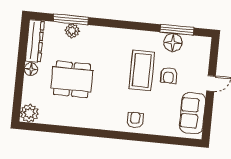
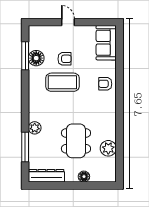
plant: (72, 31) -> (35, 128), moved
floor lamp: (31, 69) -> (84, 177), moved
plant: (29, 113) -> (108, 148), moved
sofa: (193, 113) -> (106, 43), moved, turned 90

